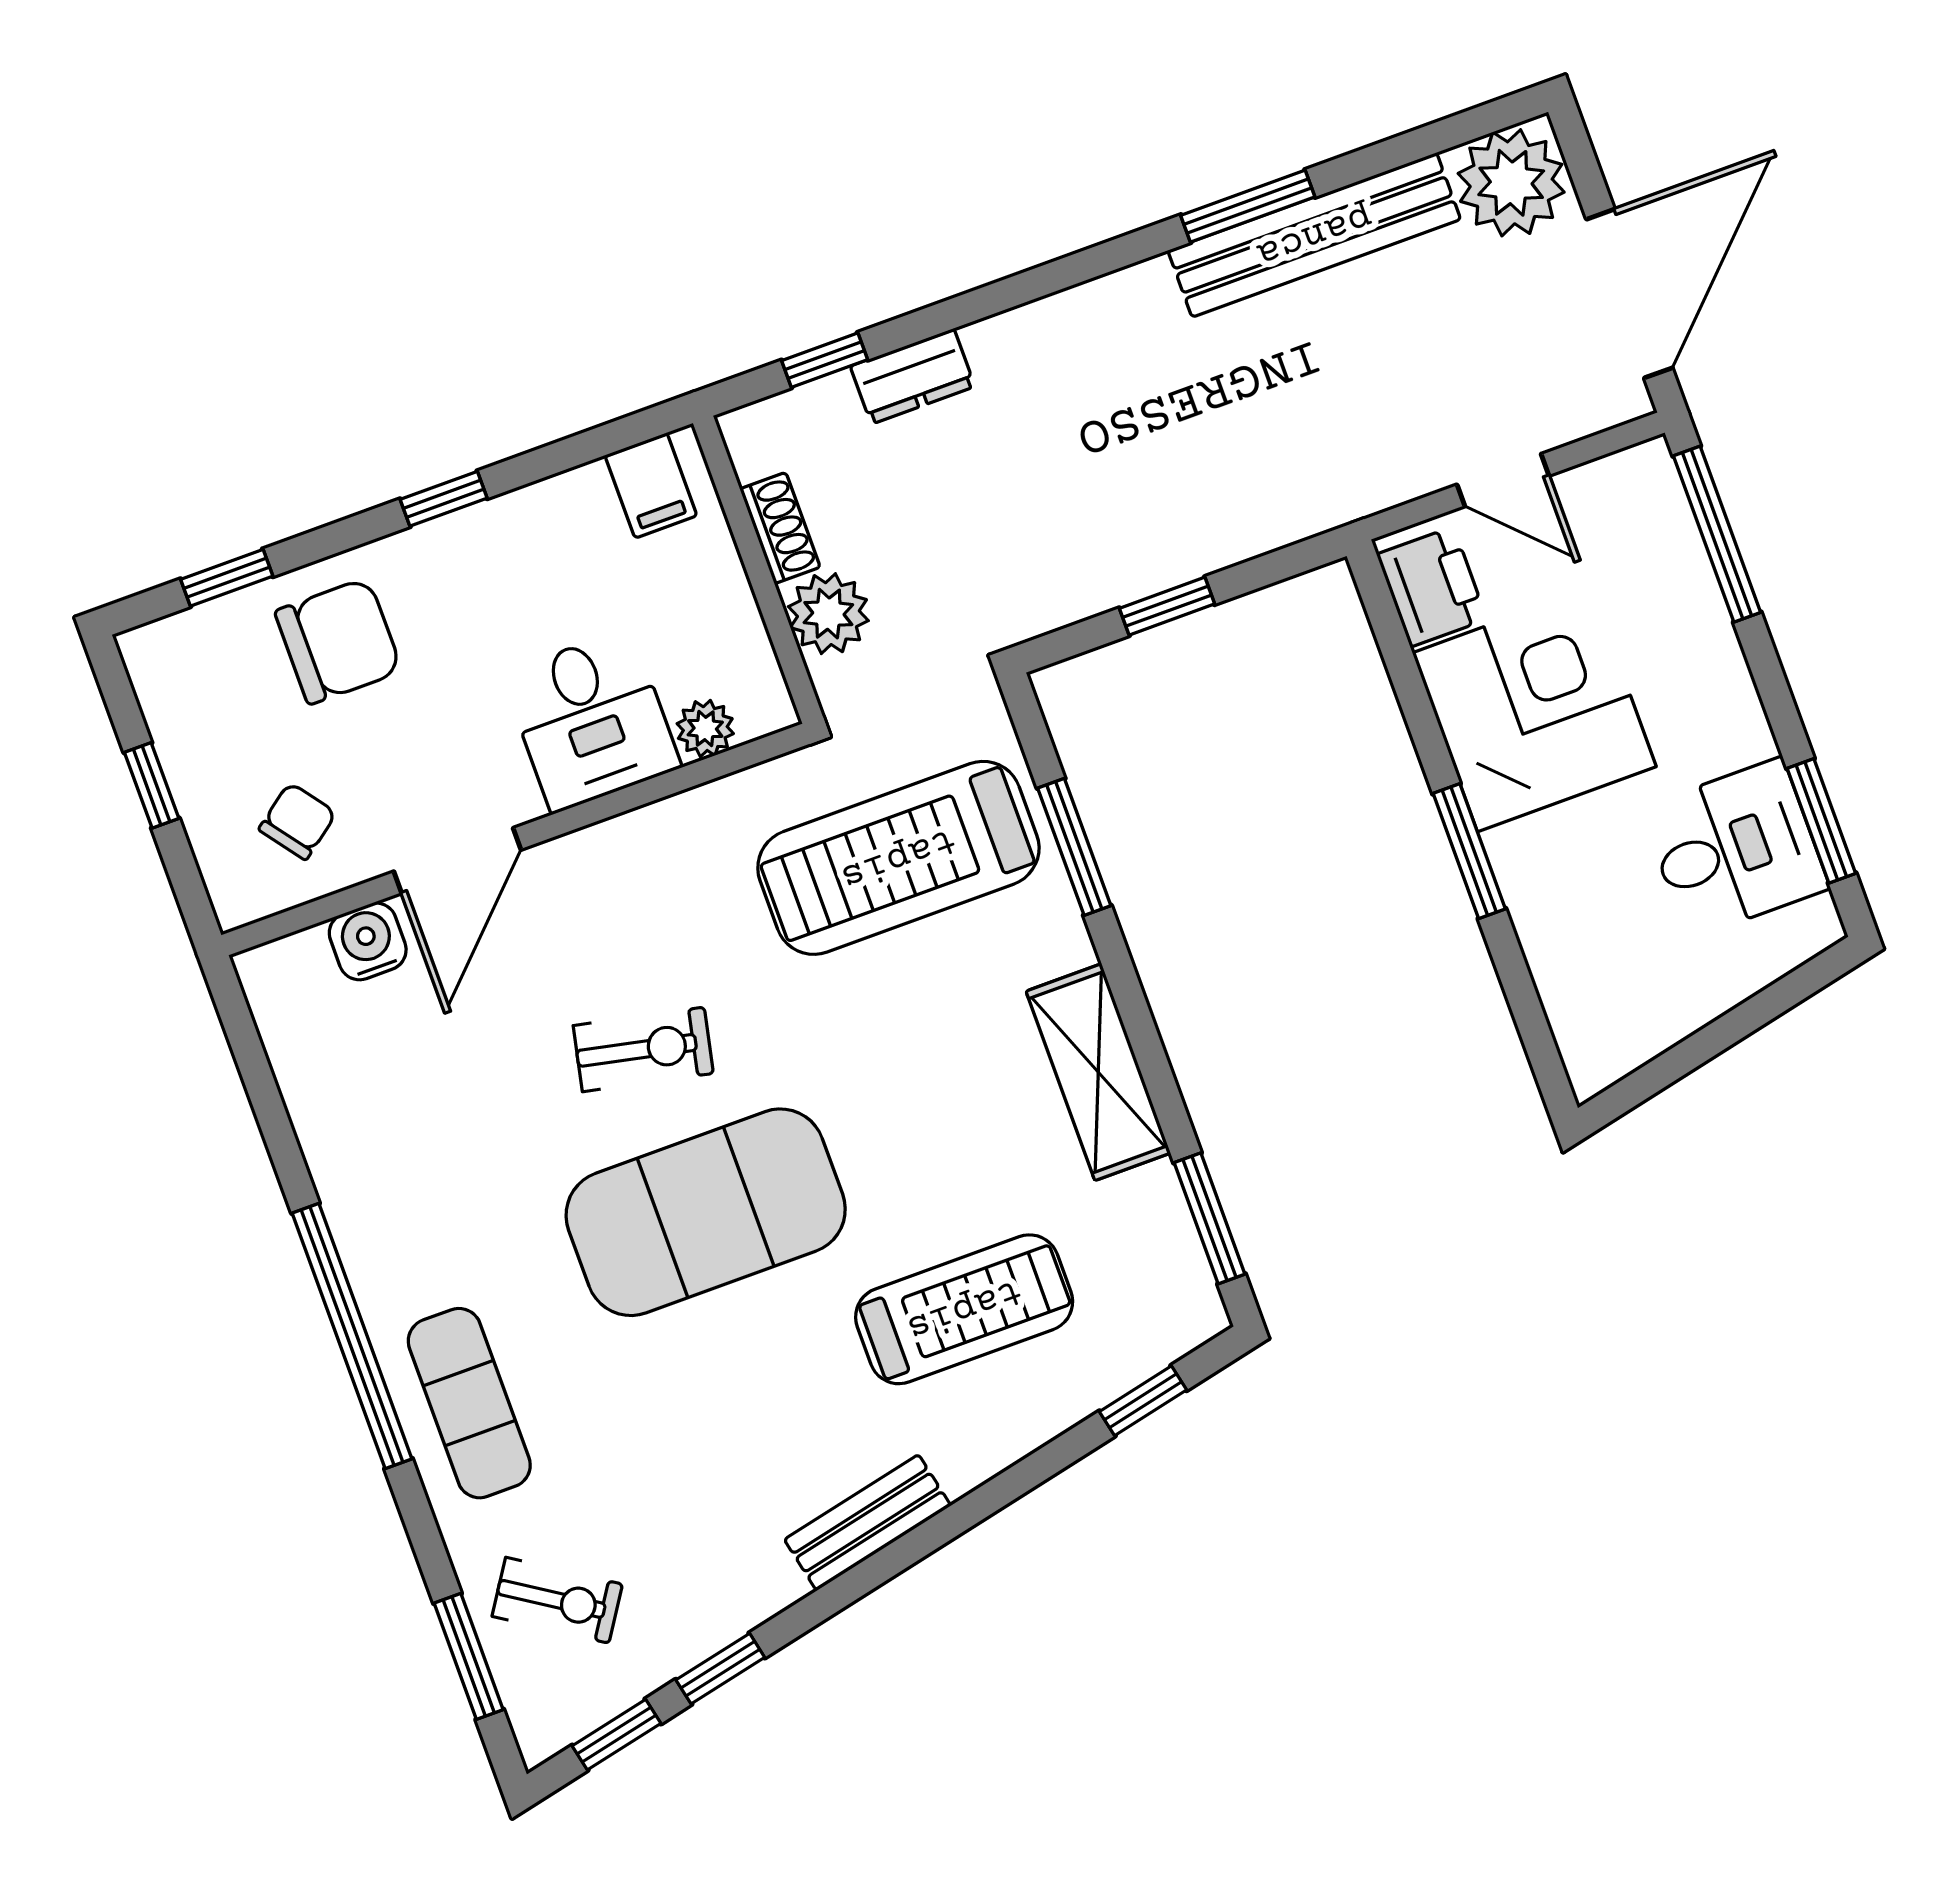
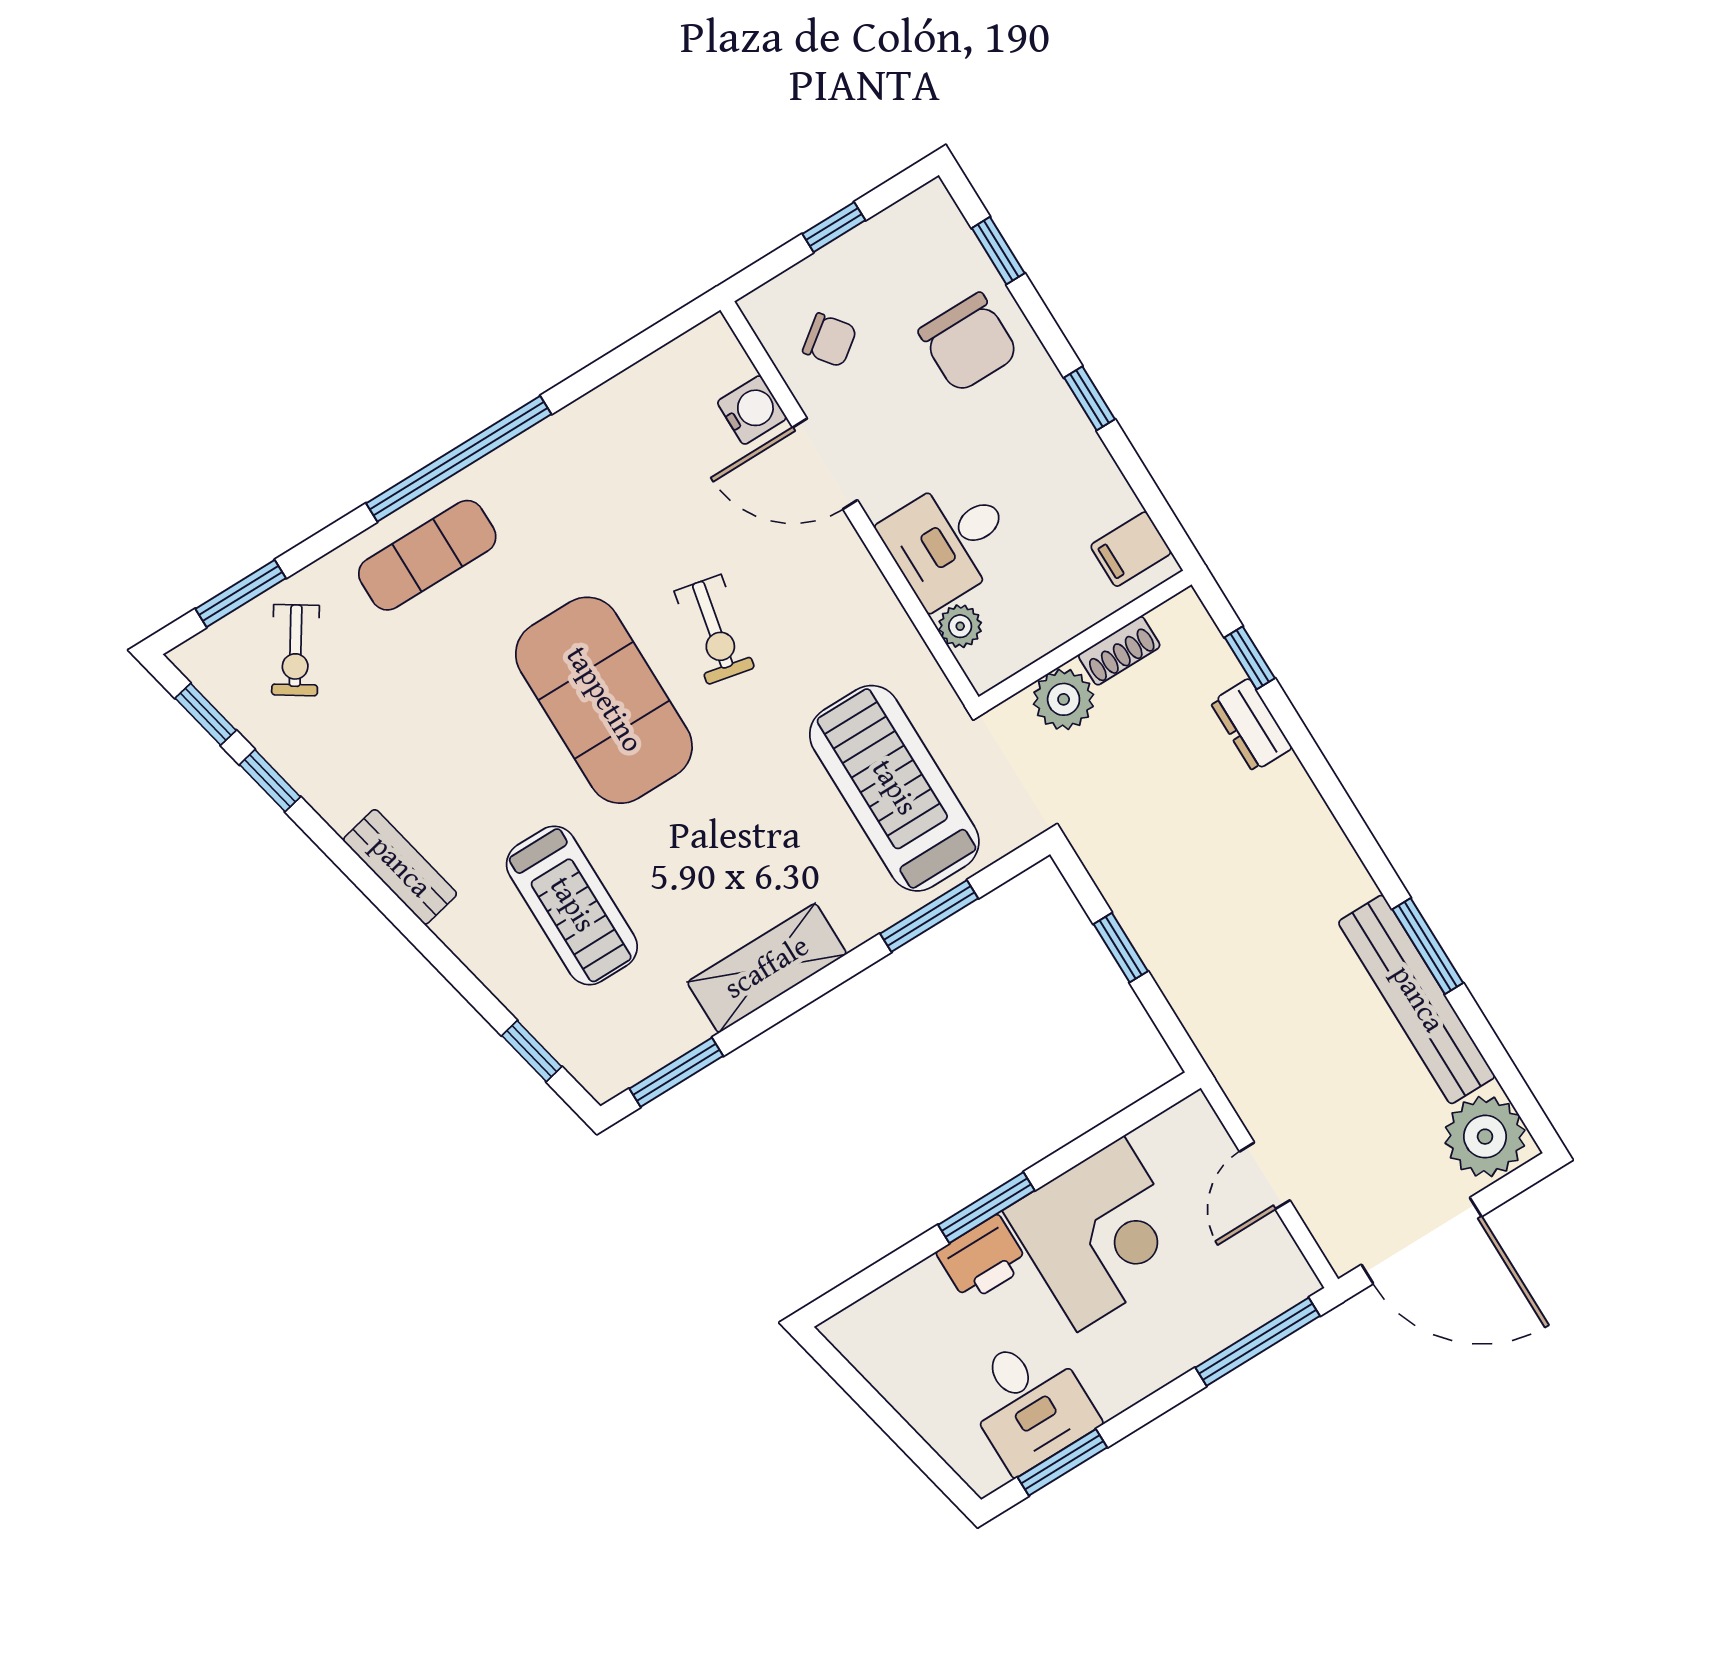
printer: (1432, 587) -> (983, 1259), moved

